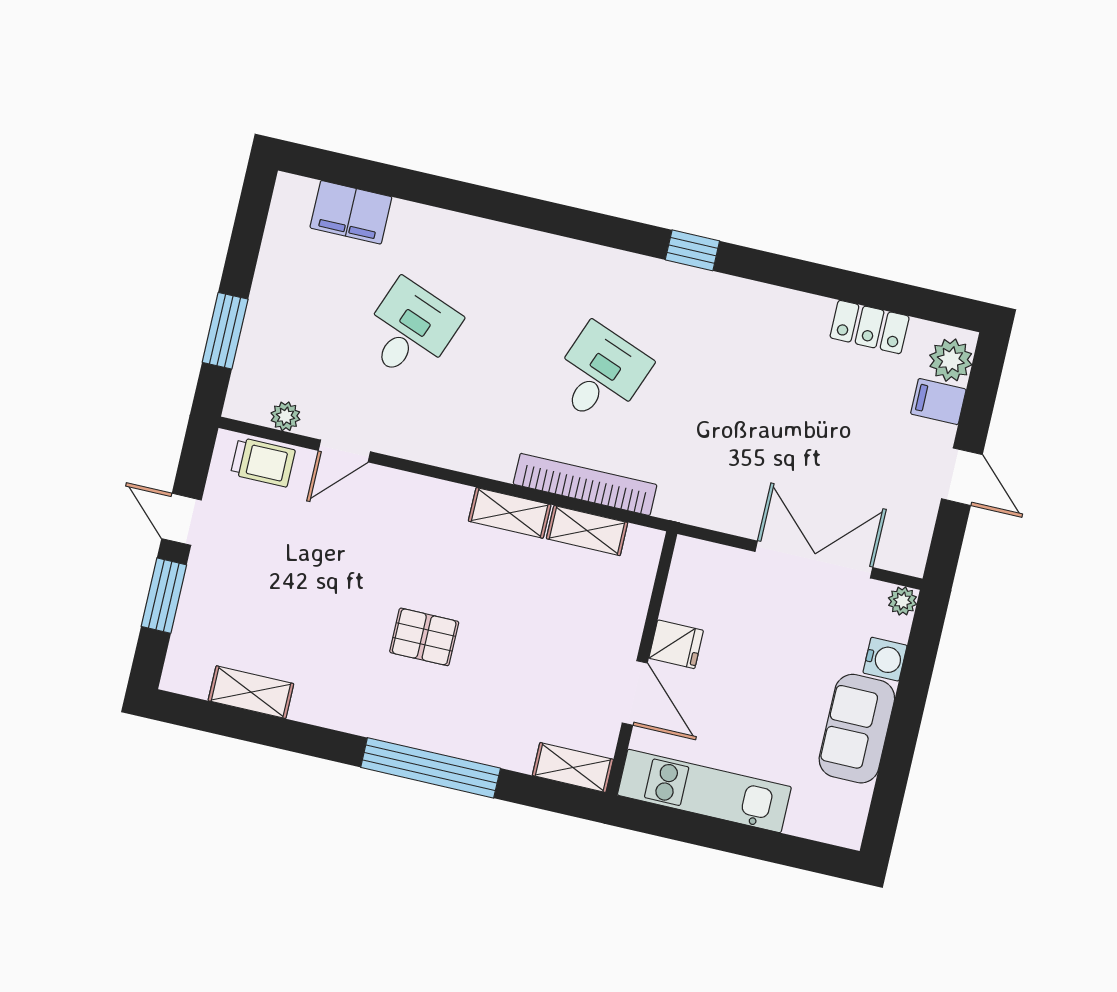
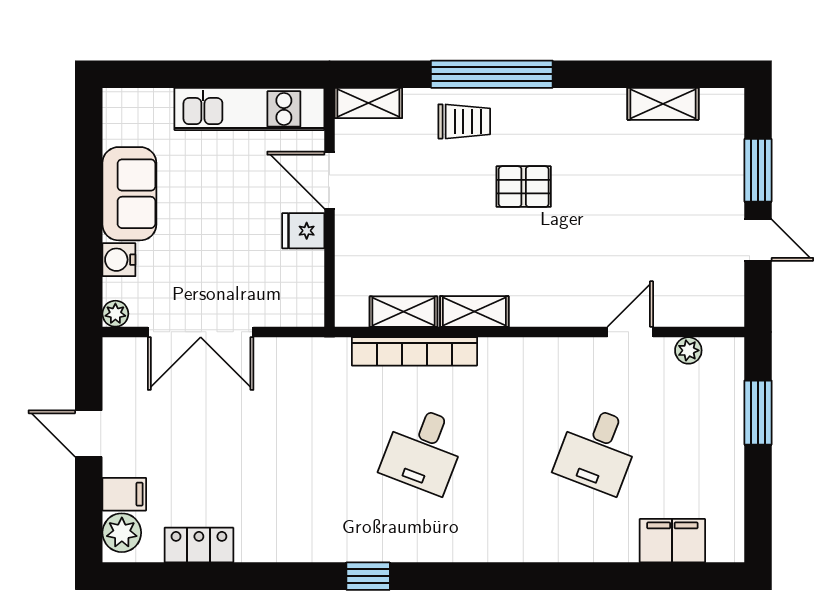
trolley: (263, 462) -> (464, 121), moved, turned 180

